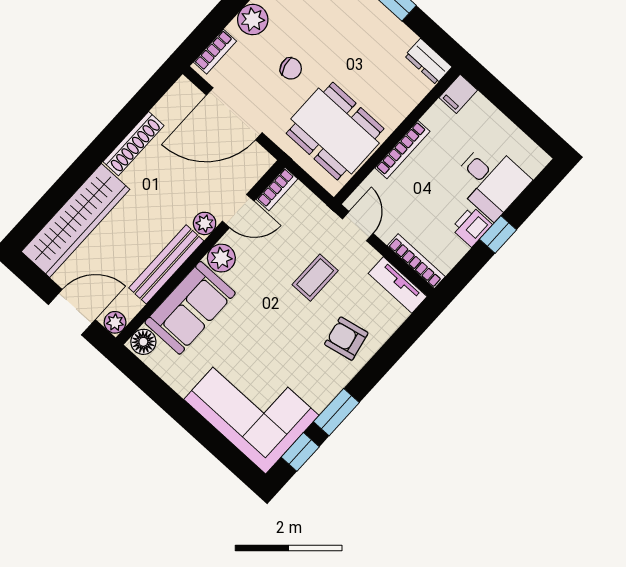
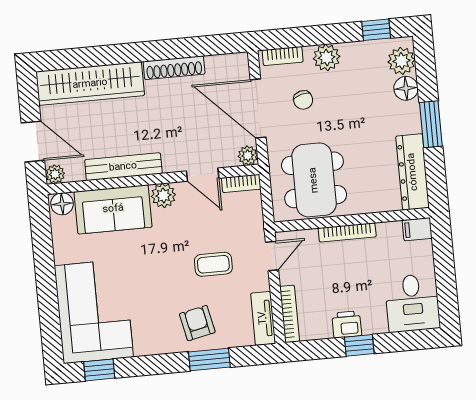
dresser: (428, 61) -> (413, 172), width x1.96, depth x1.24
chair: (291, 68) -> (303, 100), moved
desk: (491, 180) -> (412, 303), moved
plant: (205, 223) -> (248, 156), moved
window: (336, 412) -> (209, 360), moved

